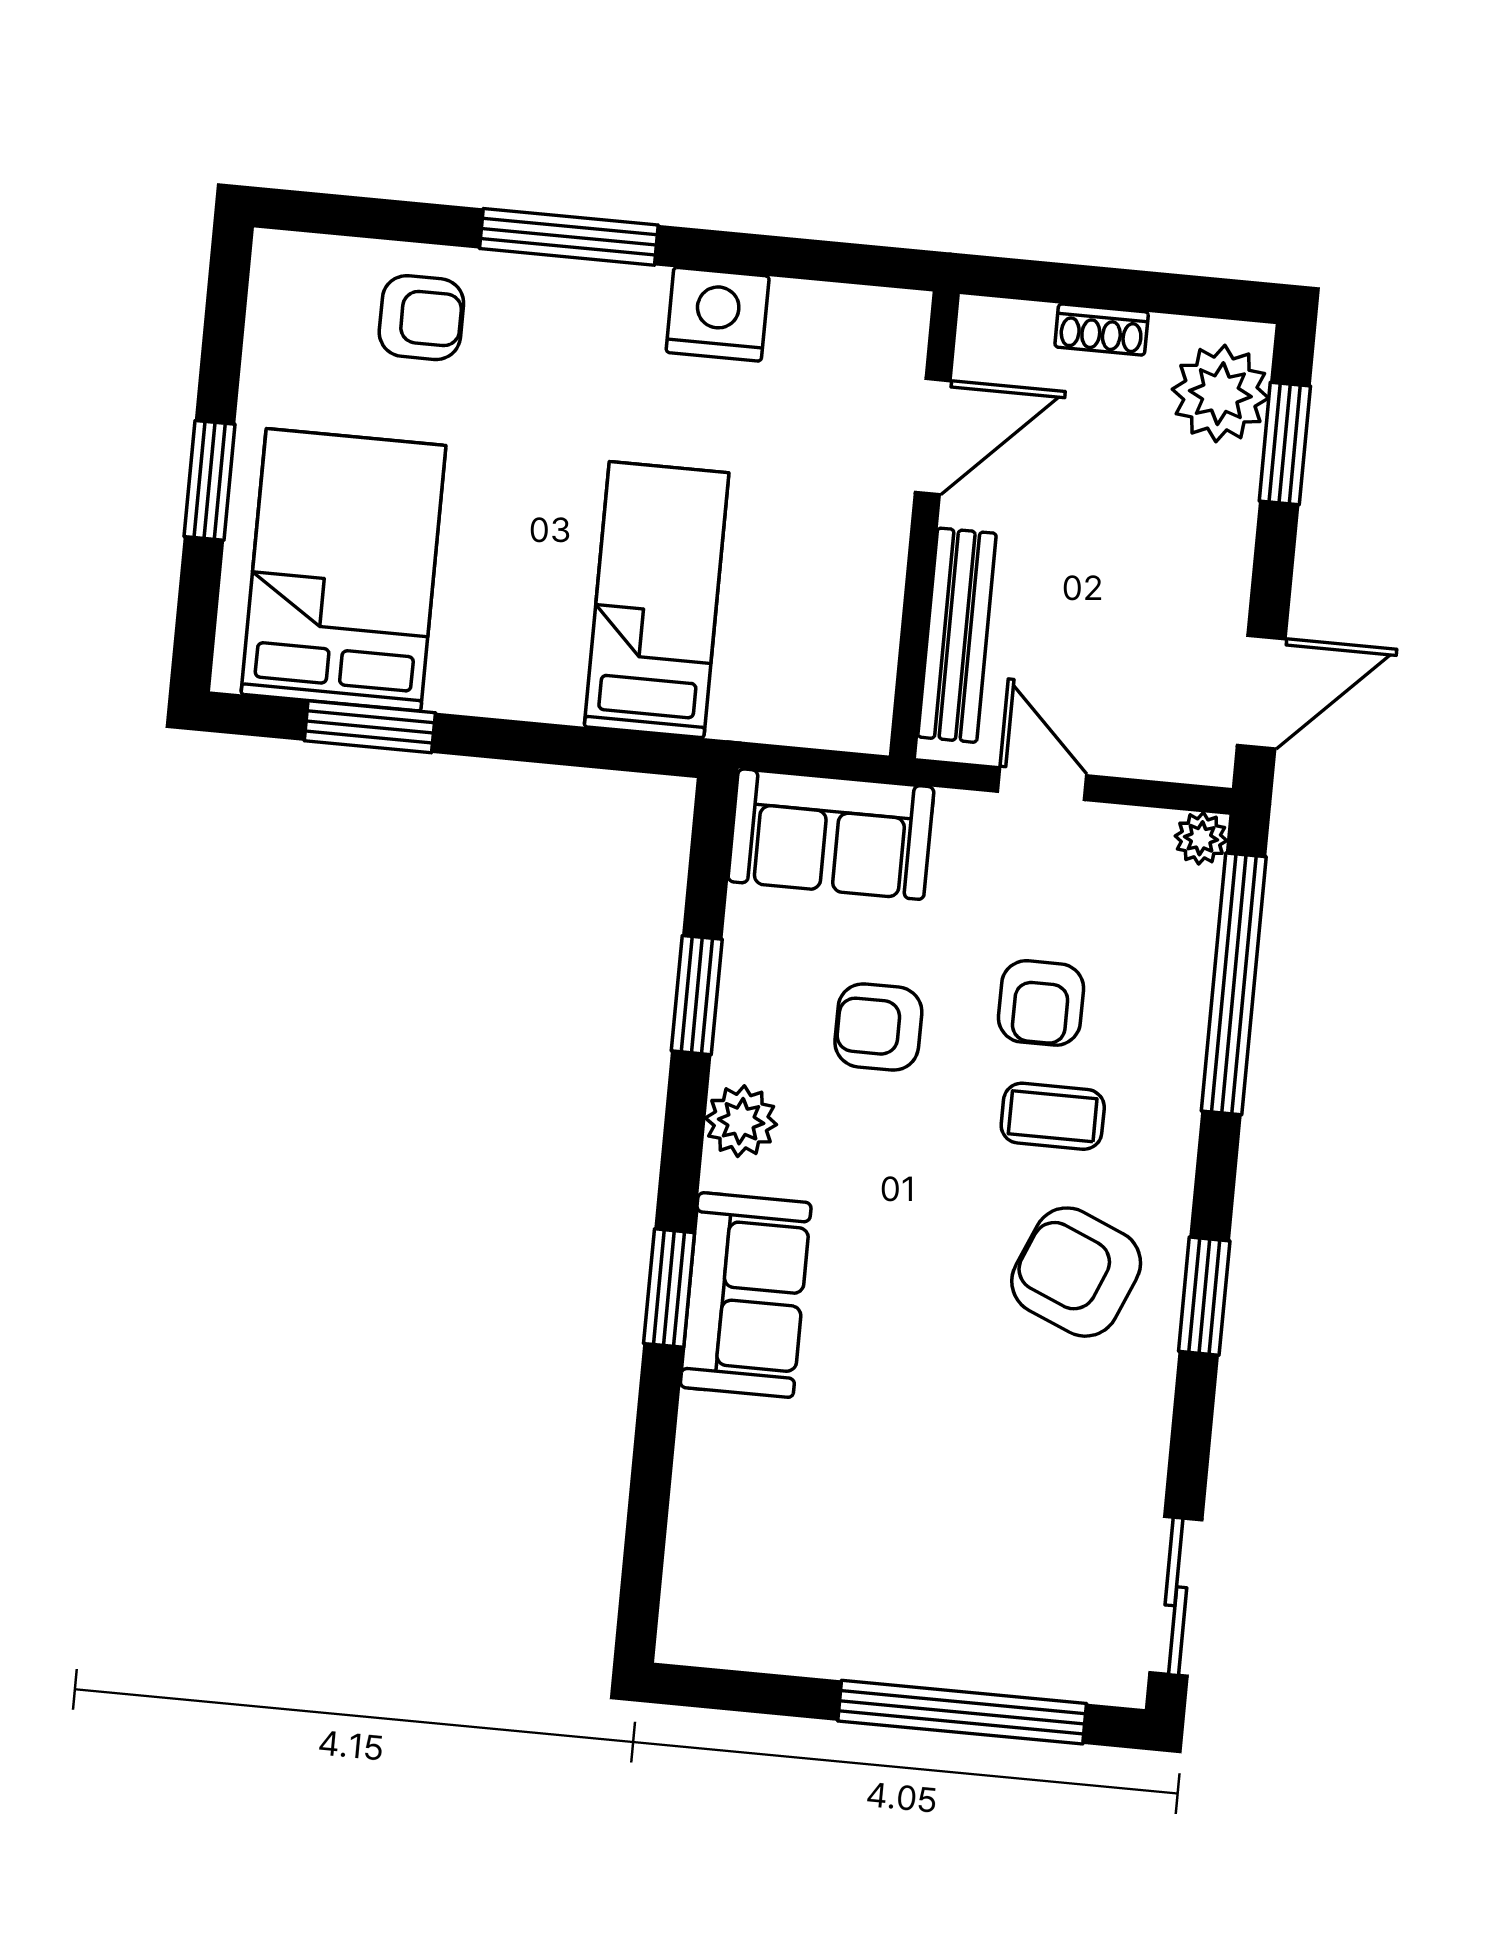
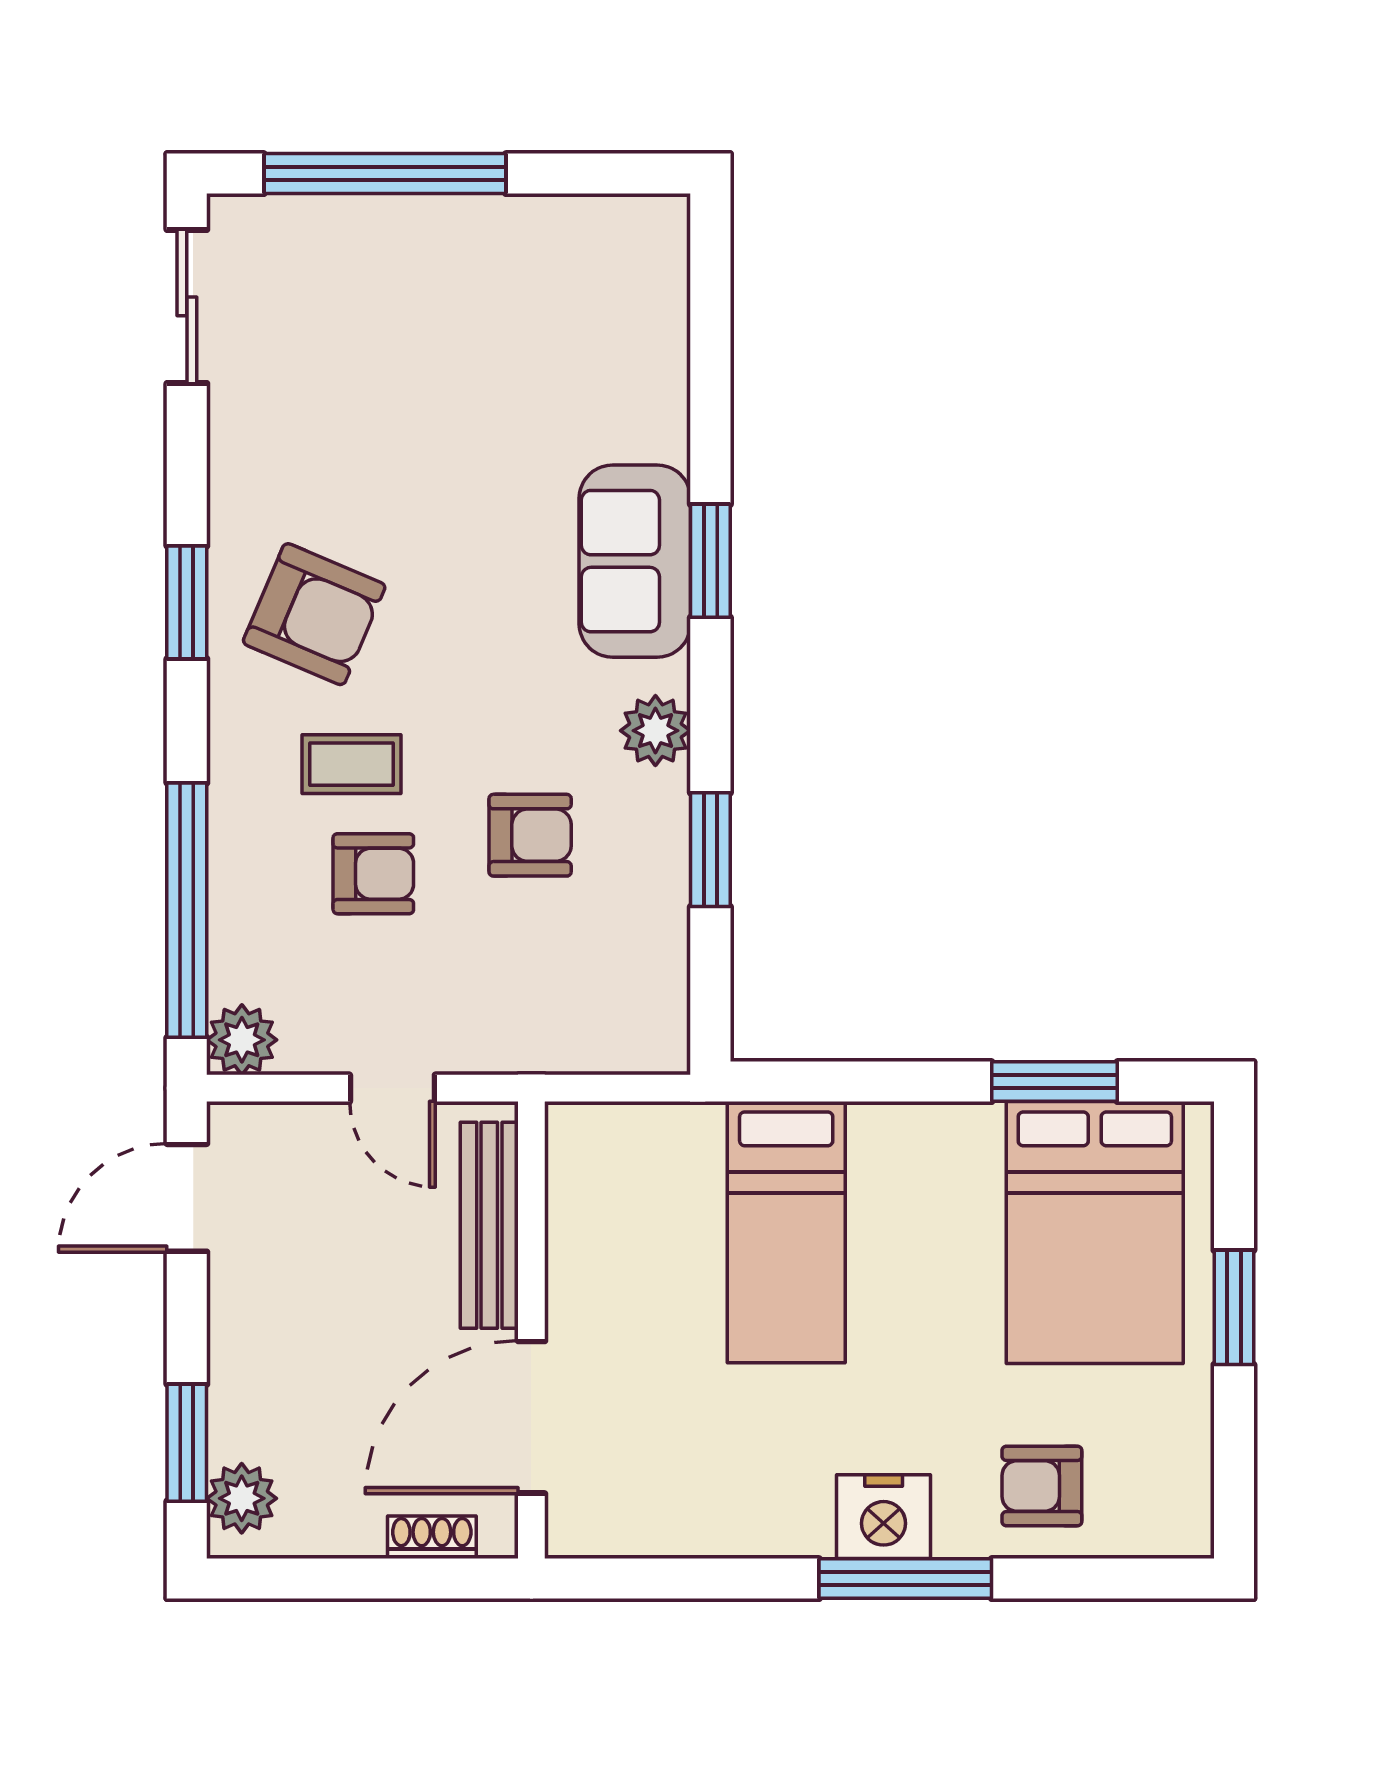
nightstand: (718, 314) -> (884, 1517), moved
shoe rack: (1102, 329) -> (432, 1537), moved
plant: (1220, 394) -> (242, 1498), width x0.73, depth x0.73
door: (933, 436) -> (531, 1417), width x1.36
sofa: (831, 834) -> (594, 1019), removed
plant: (1201, 838) -> (242, 1040), width x1.38, depth x1.38
armchair: (1041, 1003) -> (373, 874), turned 90

